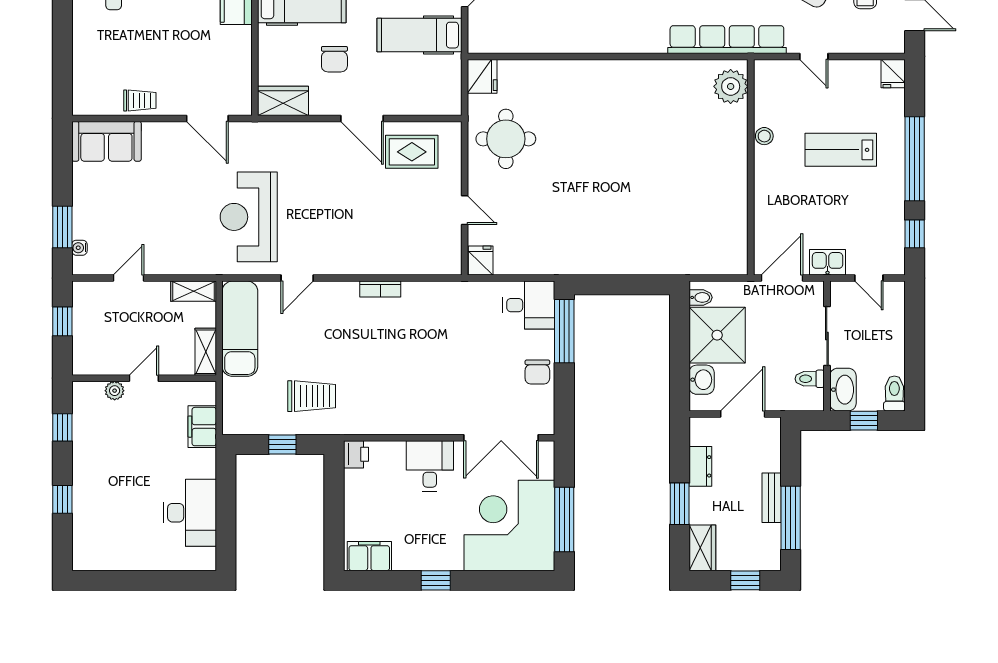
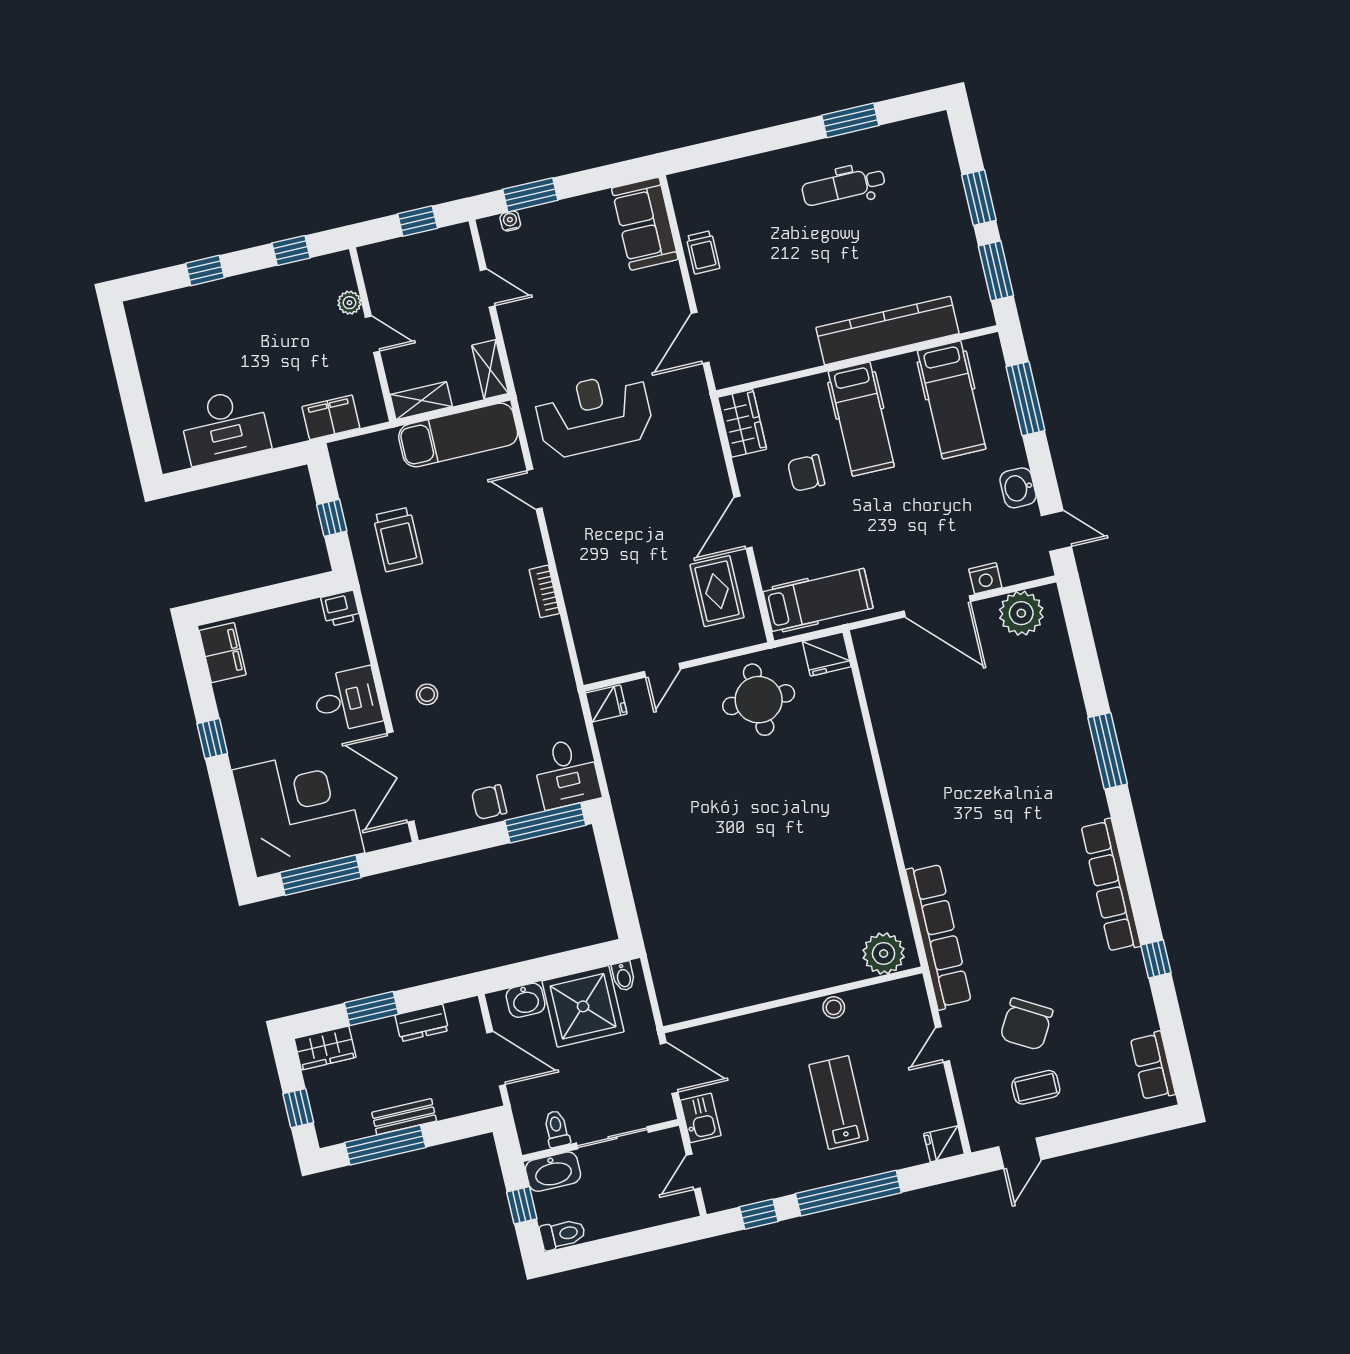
hospital bed: (419, 35) -> (818, 600), moved, turned 90
stool: (440, 401) -> (427, 694), added

